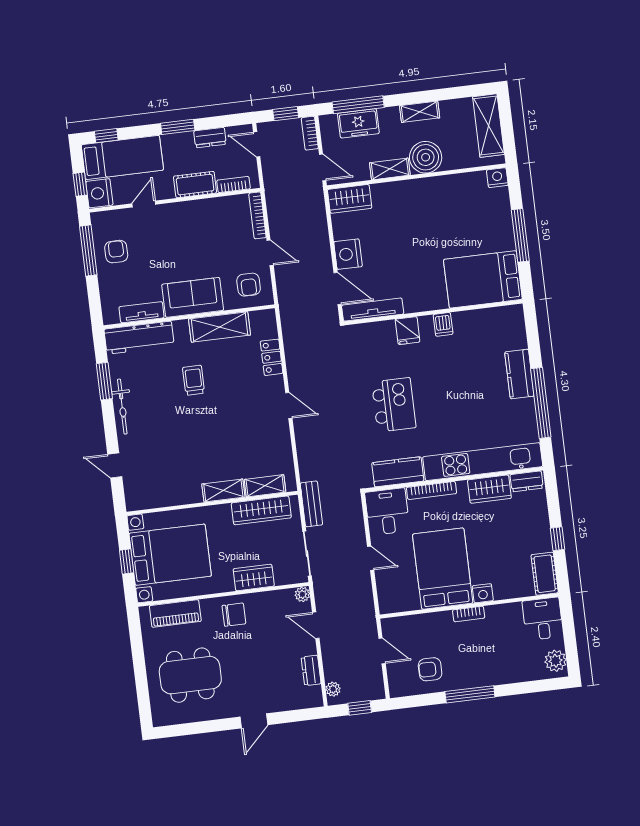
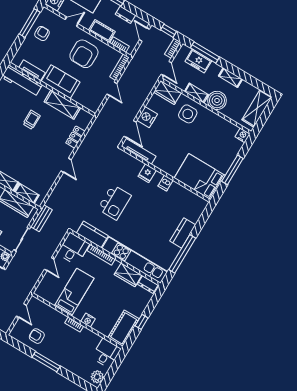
side table: (400, 207) -> (188, 114), added
armchair: (249, 285) -> (84, 54), moved, width x1.88, depth x1.88
bed: (443, 569) -> (74, 292), width x0.67
cot: (545, 574) -> (124, 328), width x1.37, depth x1.34

